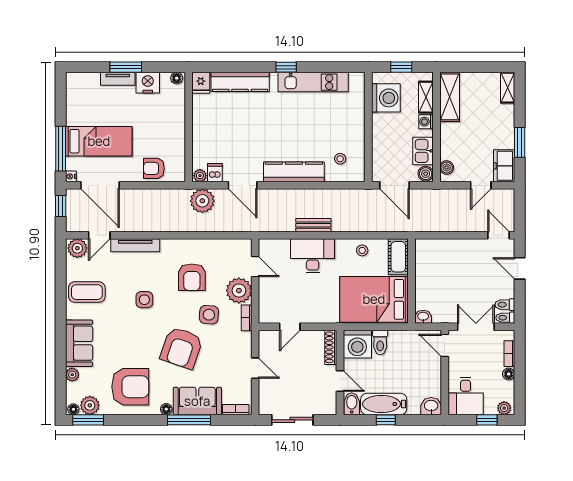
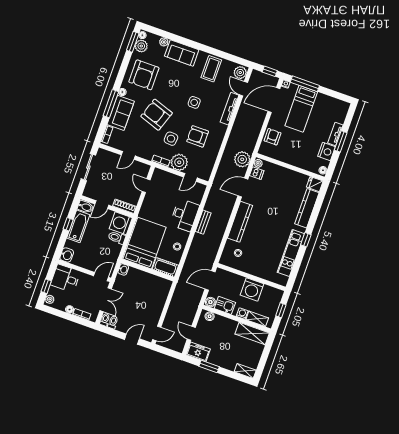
washing machine: (386, 98) -> (252, 289), moved

